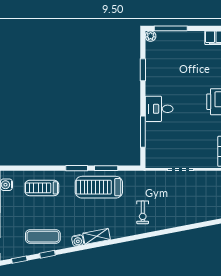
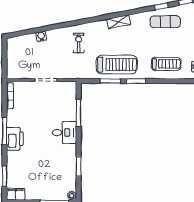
water cooler: (78, 240) -> (41, 36), moved

